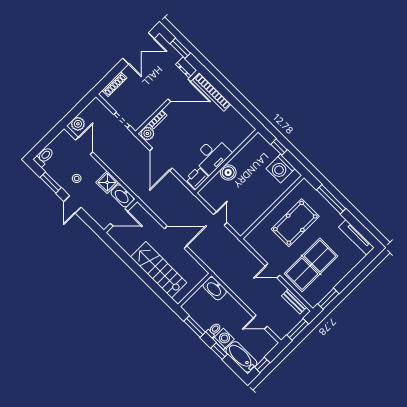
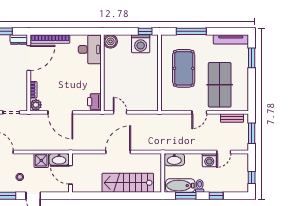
window: (279, 147) -> (145, 31), moved
desk: (212, 155) -> (90, 49), moved
boiler: (228, 172) -> (110, 41), moved
door: (119, 217) -> (70, 175), swing flipped
door: (220, 218) -> (120, 112), moved
window: (328, 299) -> (252, 58), moved
washing machine: (223, 339) -> (209, 160), moved, turned 180
bathtub: (241, 357) -> (180, 186), moved

